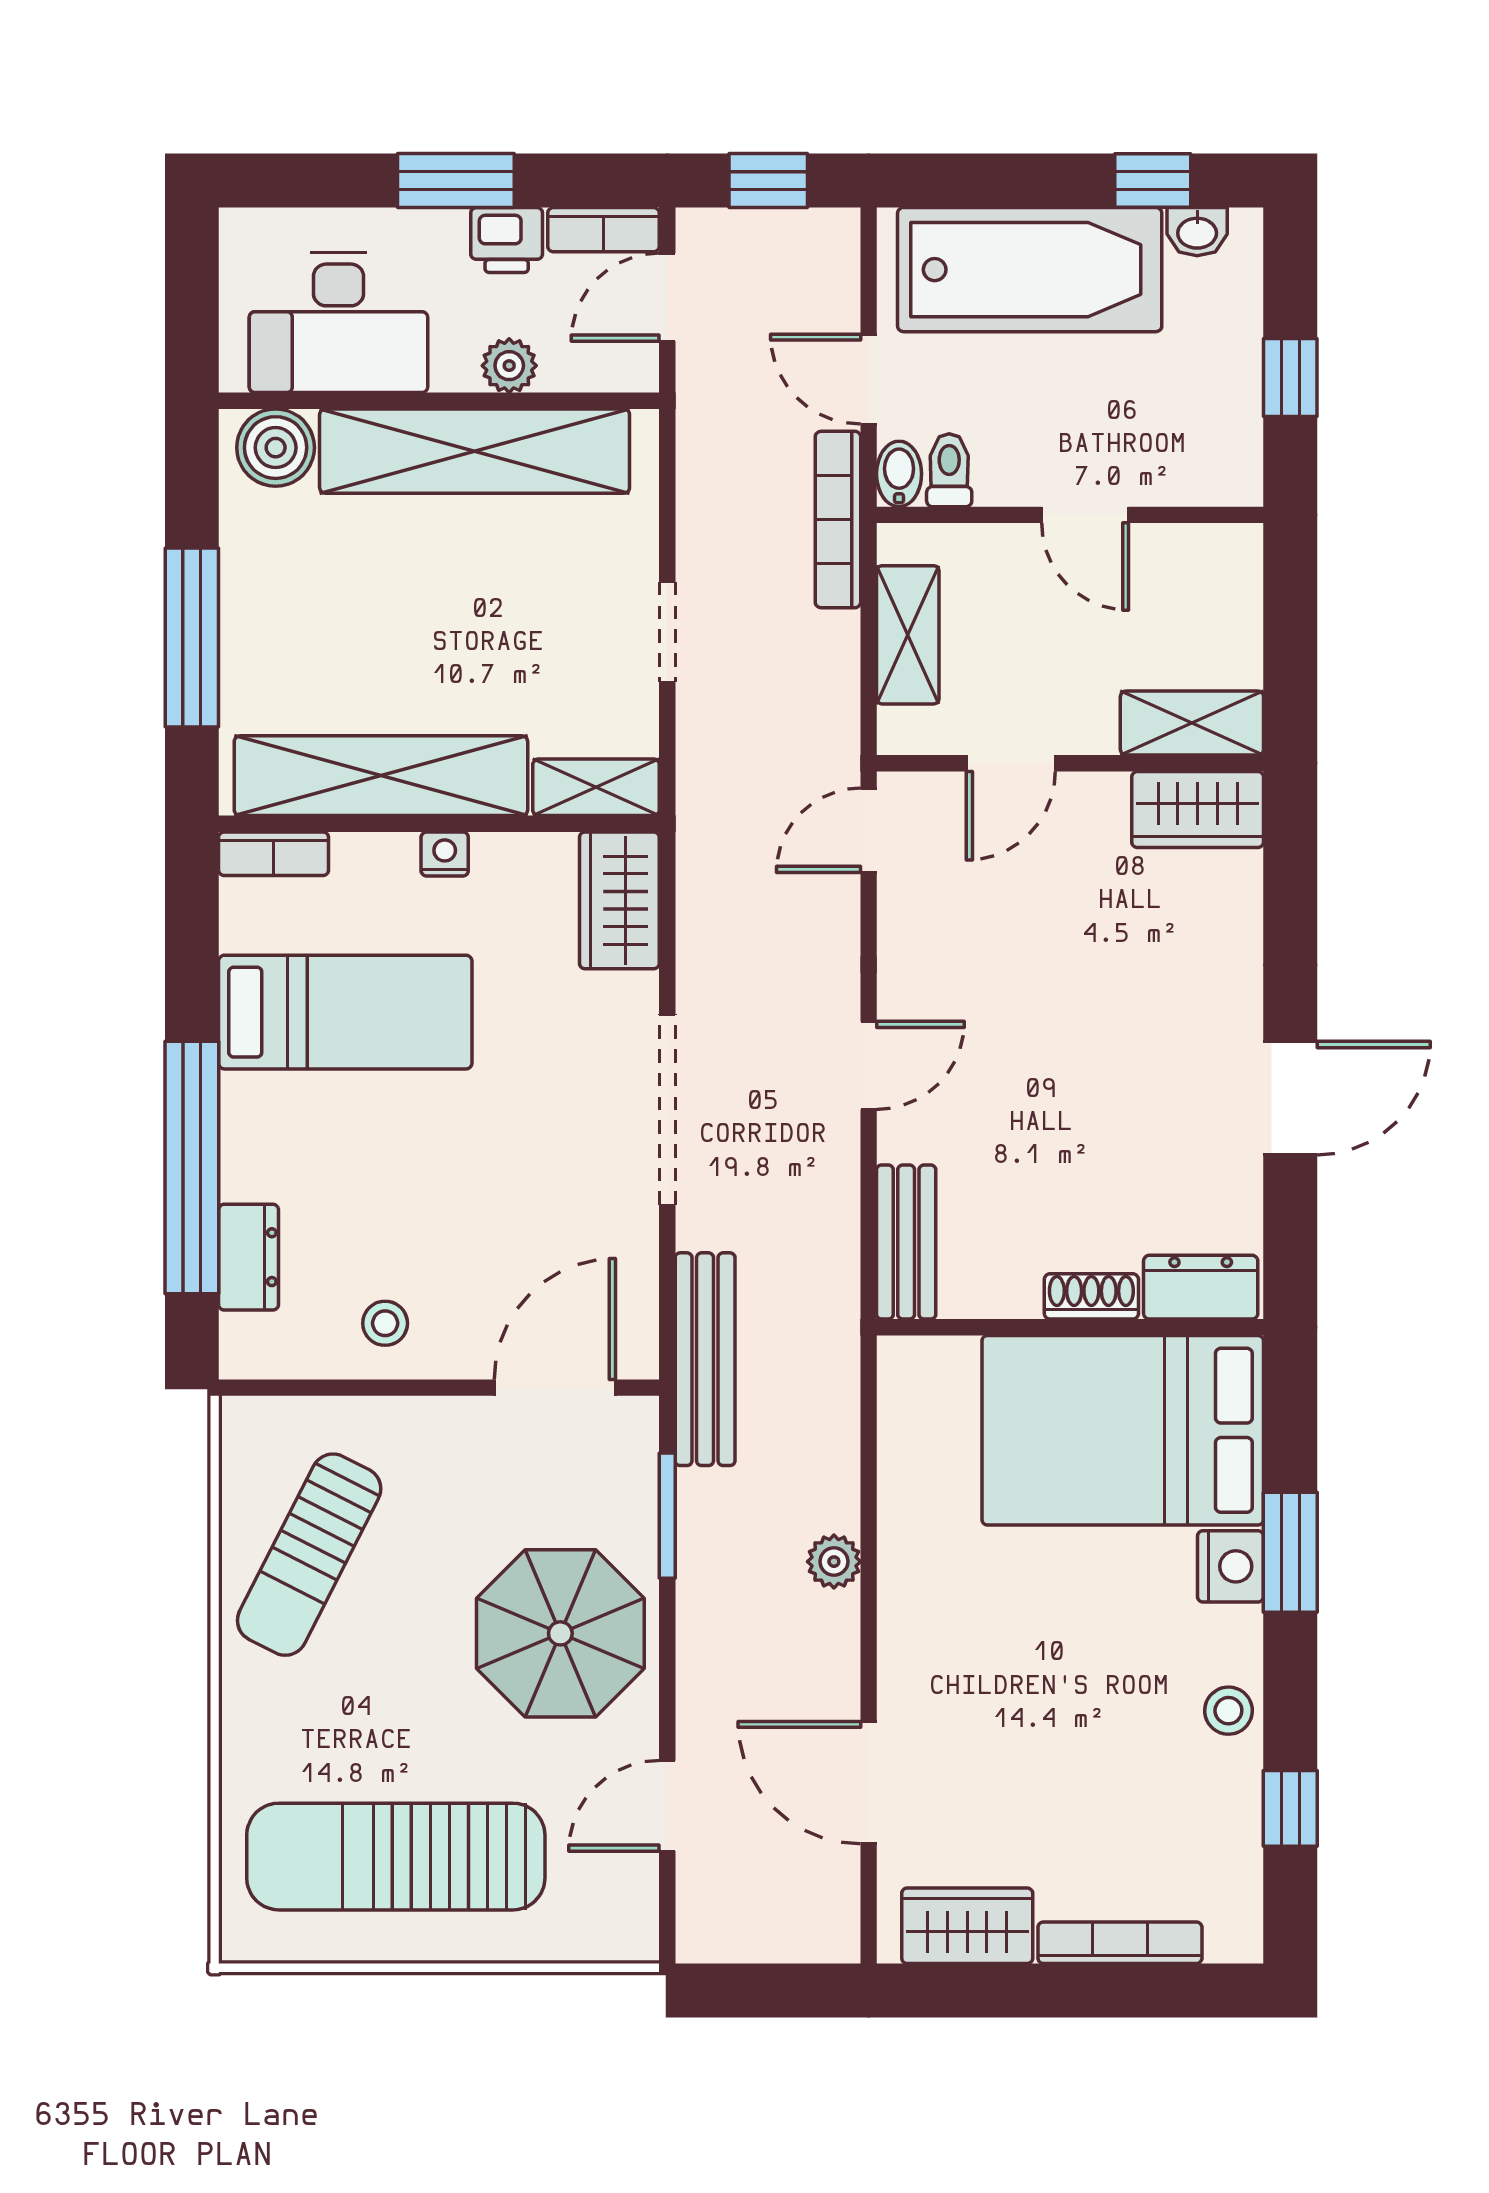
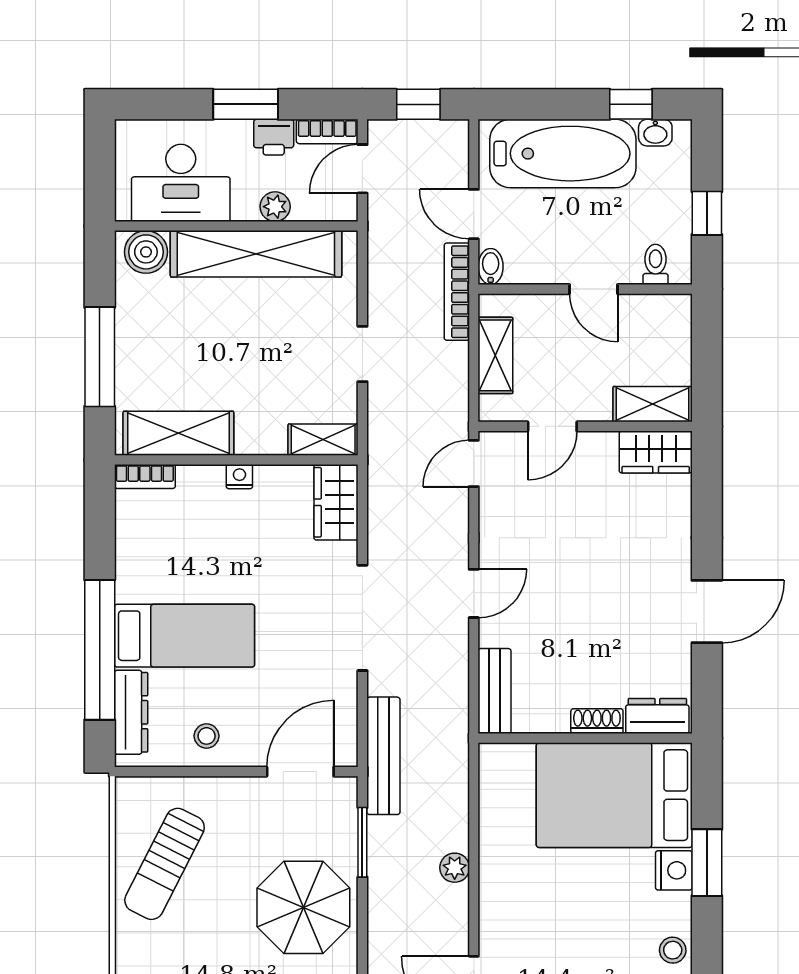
toilet: (949, 470) -> (656, 264), moved
shelving: (381, 776) -> (178, 433), width x0.68
bed: (345, 1012) -> (184, 636), moved
dresser: (249, 1257) -> (131, 712), width x1.44

